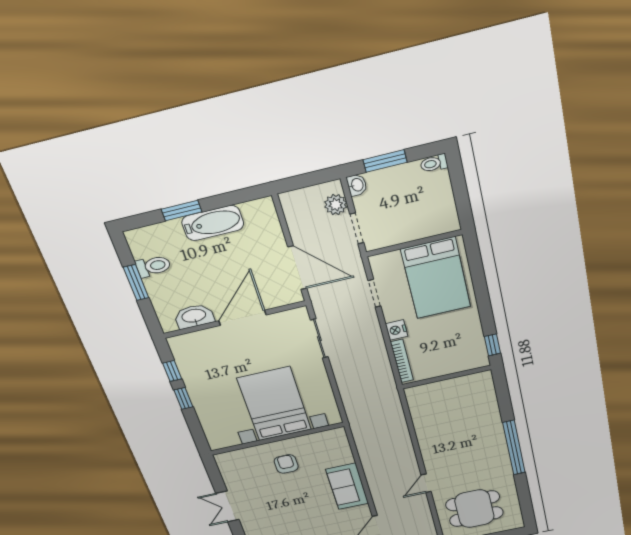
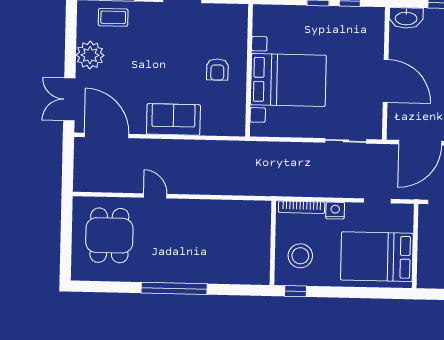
washbasin: (194, 316) -> (406, 18), moved, turned 90
stool: (454, 350) -> (300, 256), added
armchair: (286, 464) -> (217, 70), turned 90

